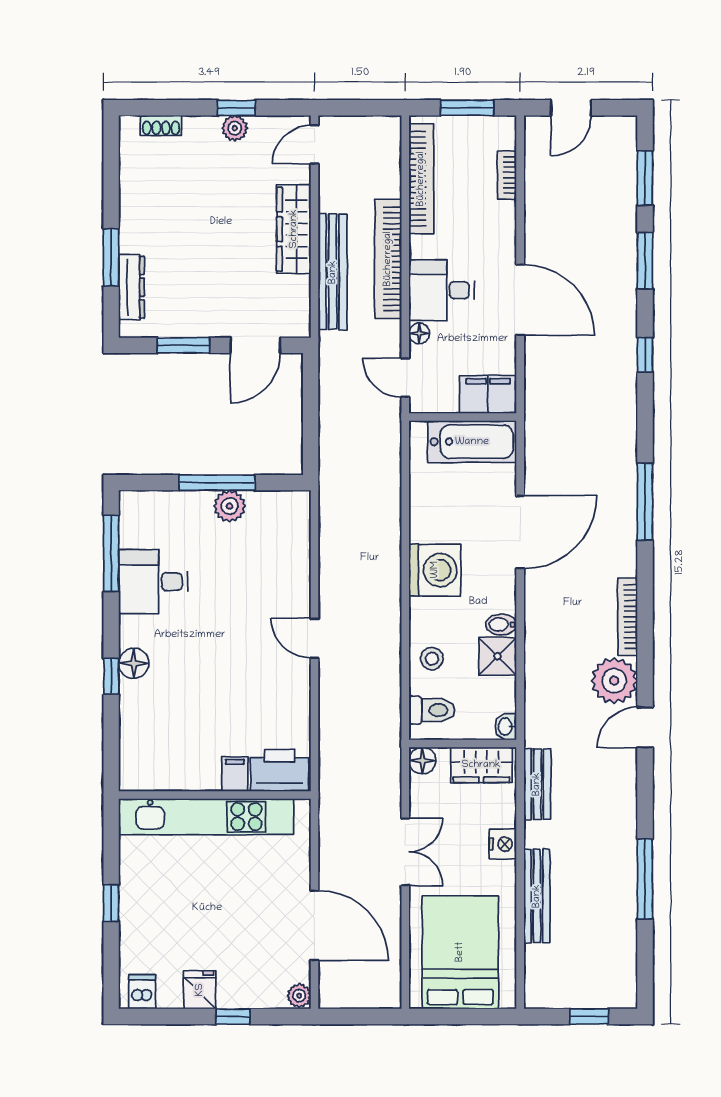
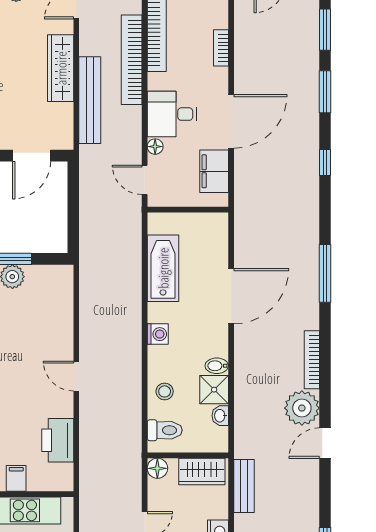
bookcase: (507, 175) -> (221, 48), moved
bookcase: (388, 259) -> (132, 60), moved
door: (520, 300) -> (231, 121), hinge flipped
filing cabinet: (488, 394) -> (214, 171), moved, turned -90
bathtub: (472, 442) -> (163, 268), moved, turned -90
washing machine: (435, 570) -> (158, 334), width x0.53, depth x0.53
washbasin: (506, 727) -> (220, 416), moved
printer: (279, 770) -> (58, 440), moved, turned -90

